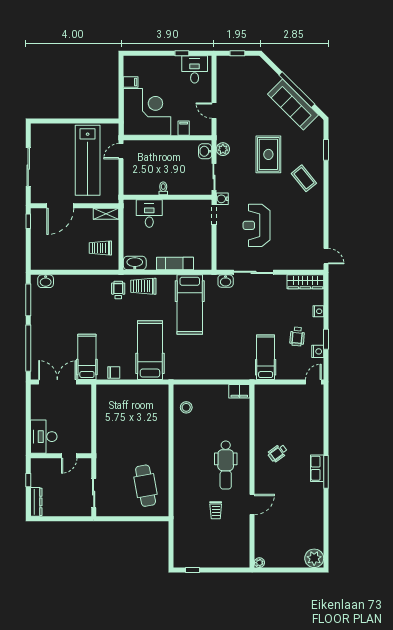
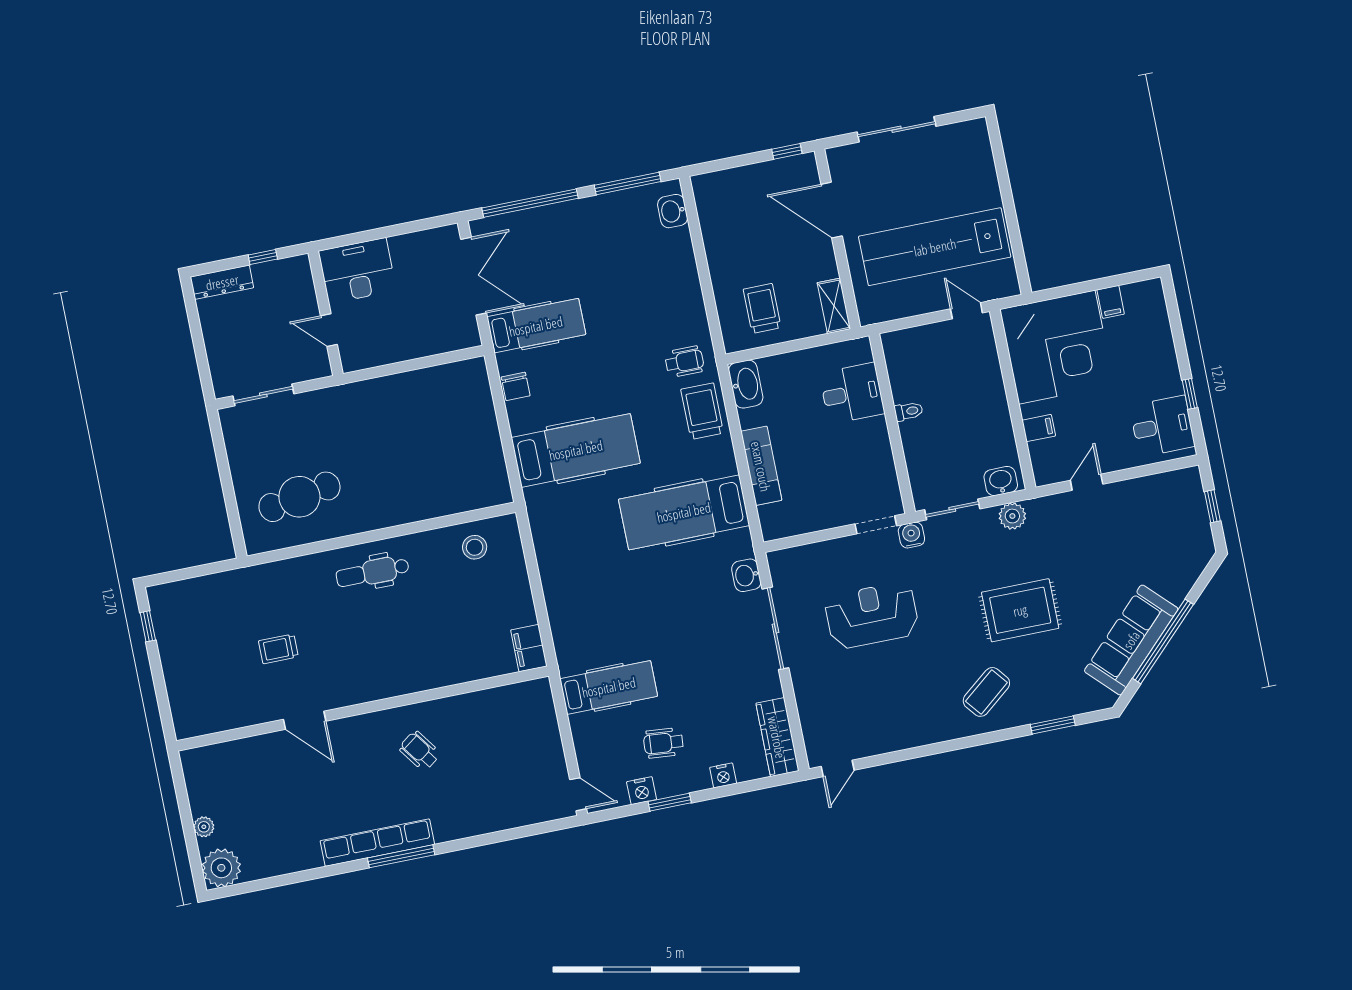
dental chair: (226, 465) -> (372, 572), moved, width x0.73, depth x0.72
row of seats: (317, 468) -> (377, 843), width x2.02
plant: (259, 563) -> (204, 827), moved

